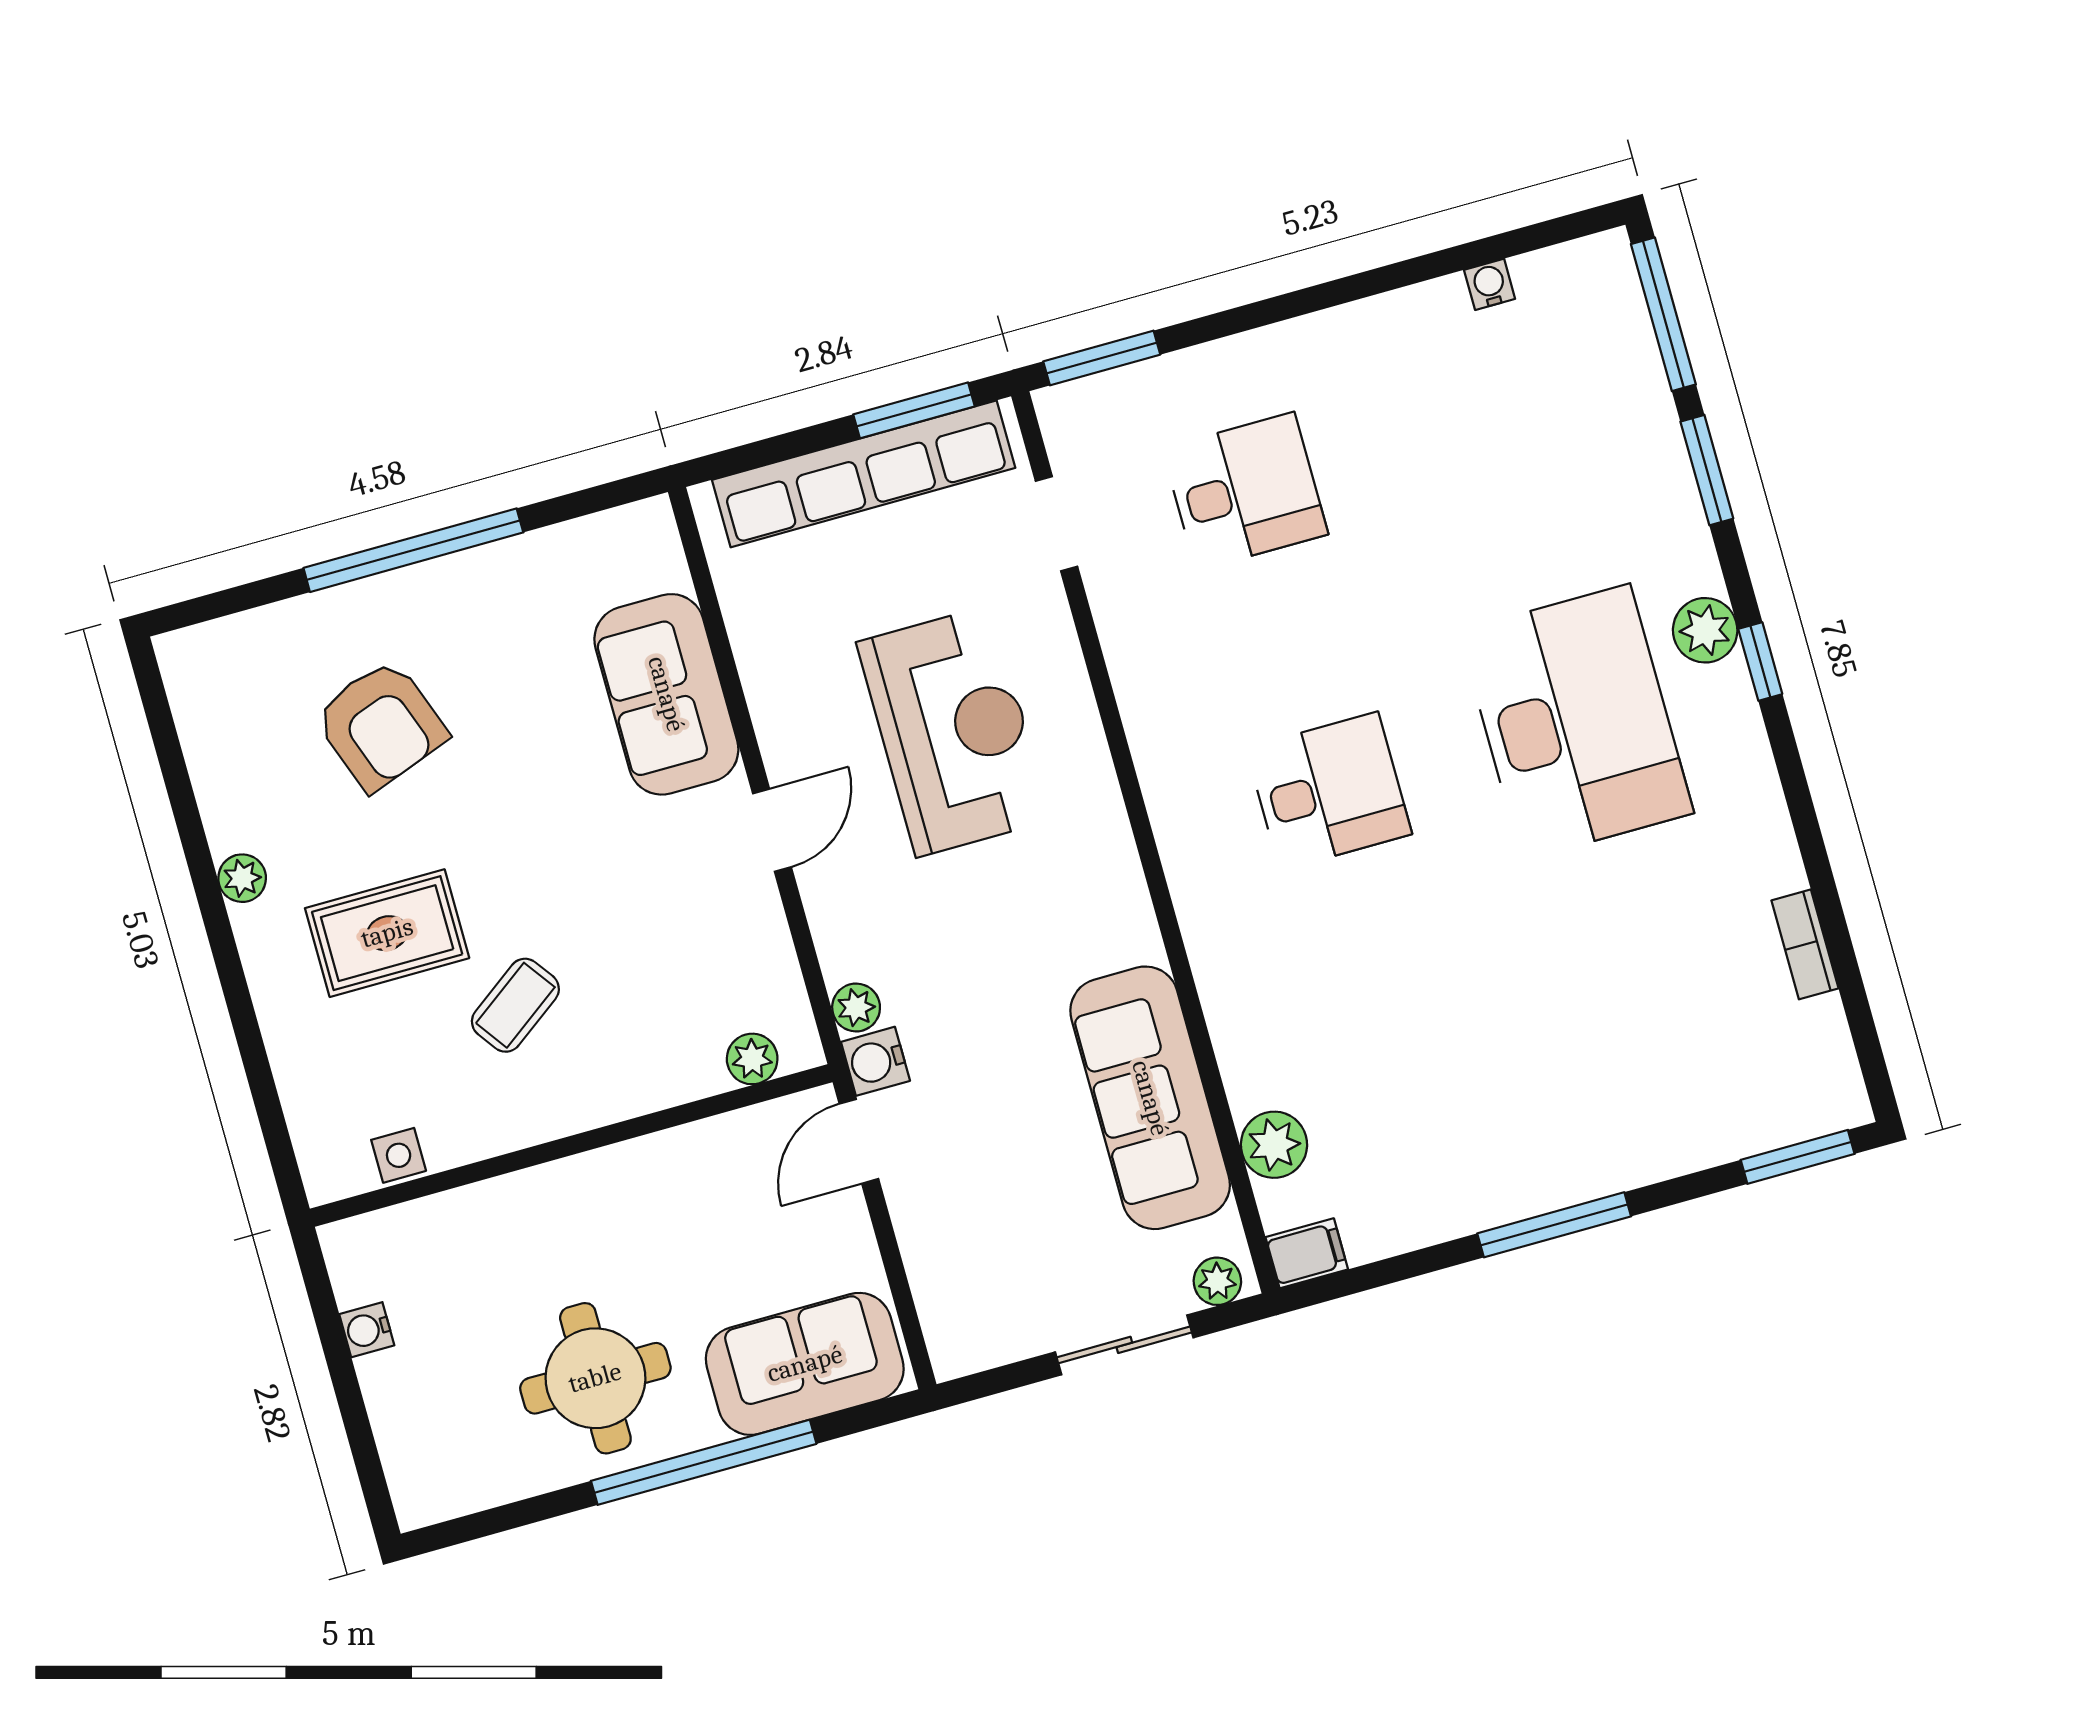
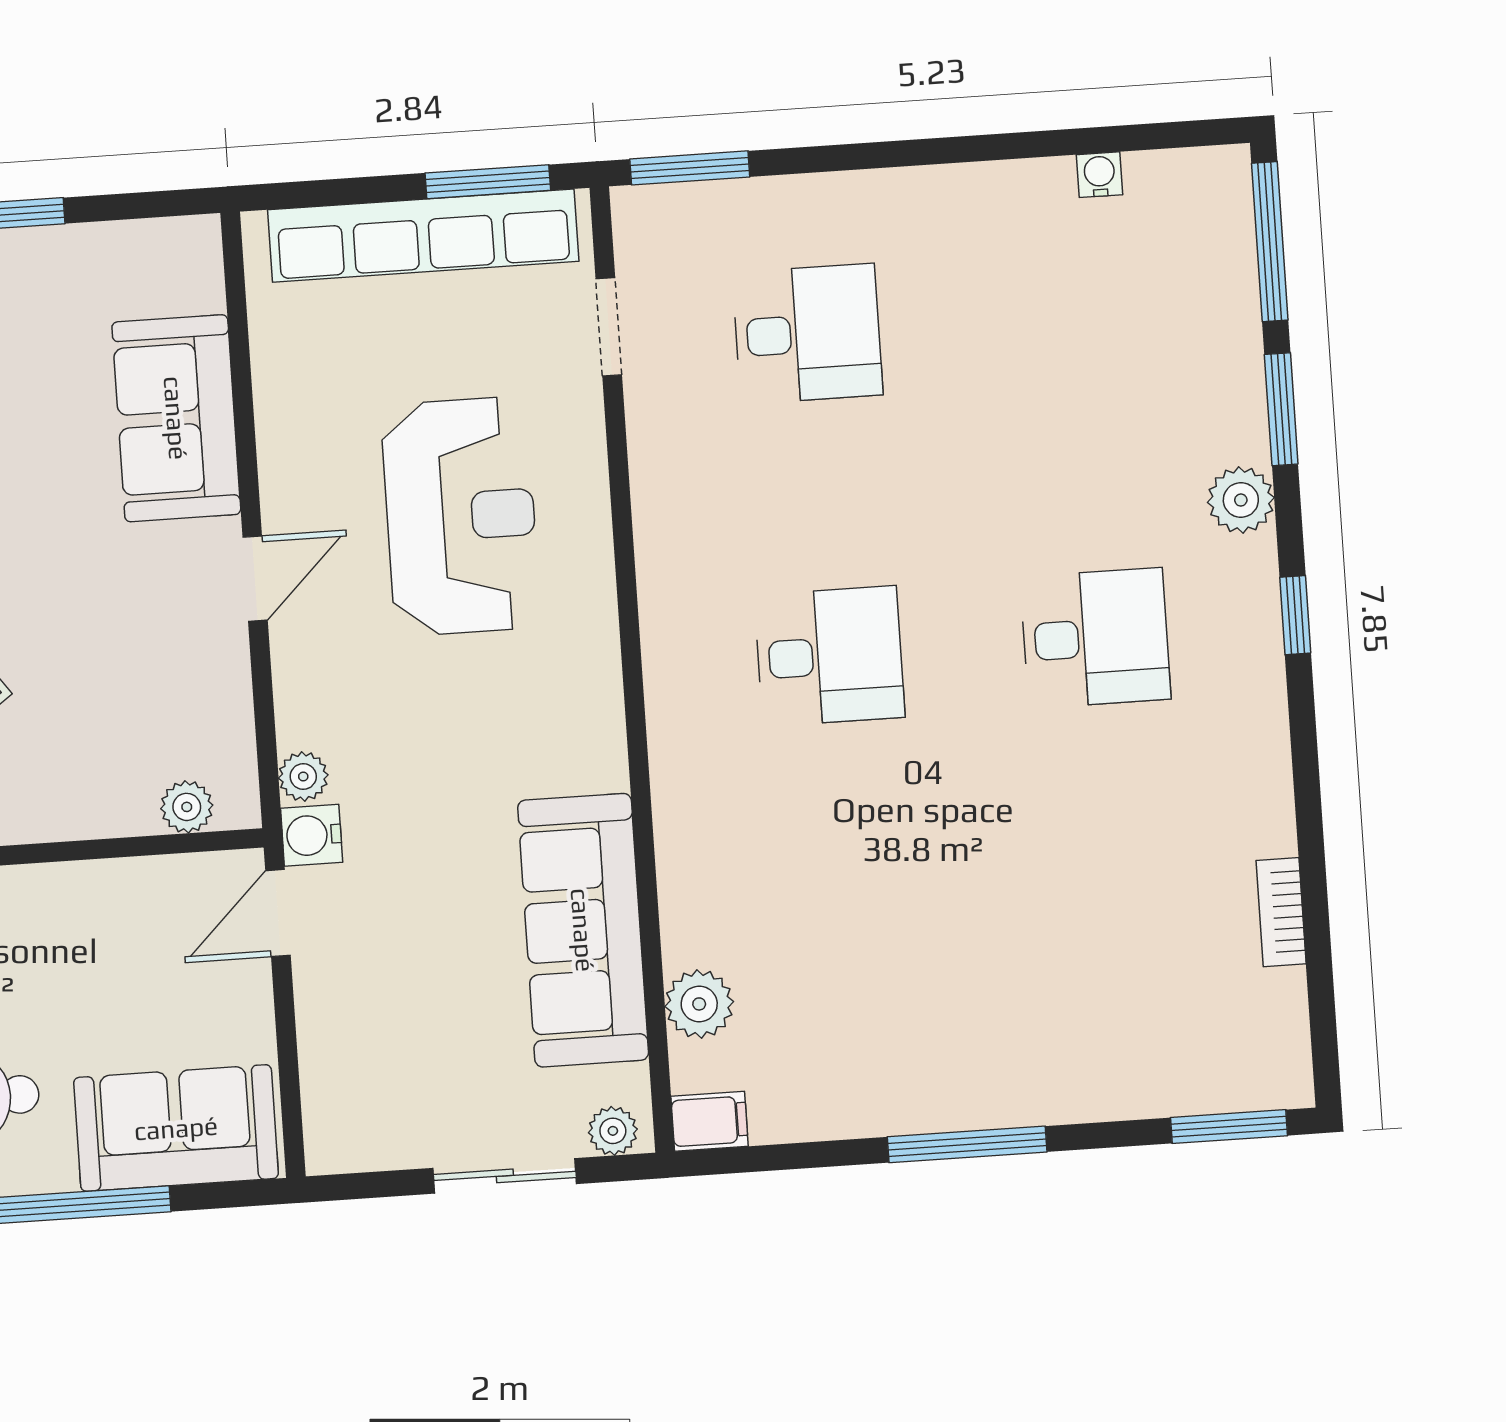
plant: (1705, 630) -> (1241, 500), moved
desk: (1576, 722) -> (1095, 638), width x0.53, depth x0.77

